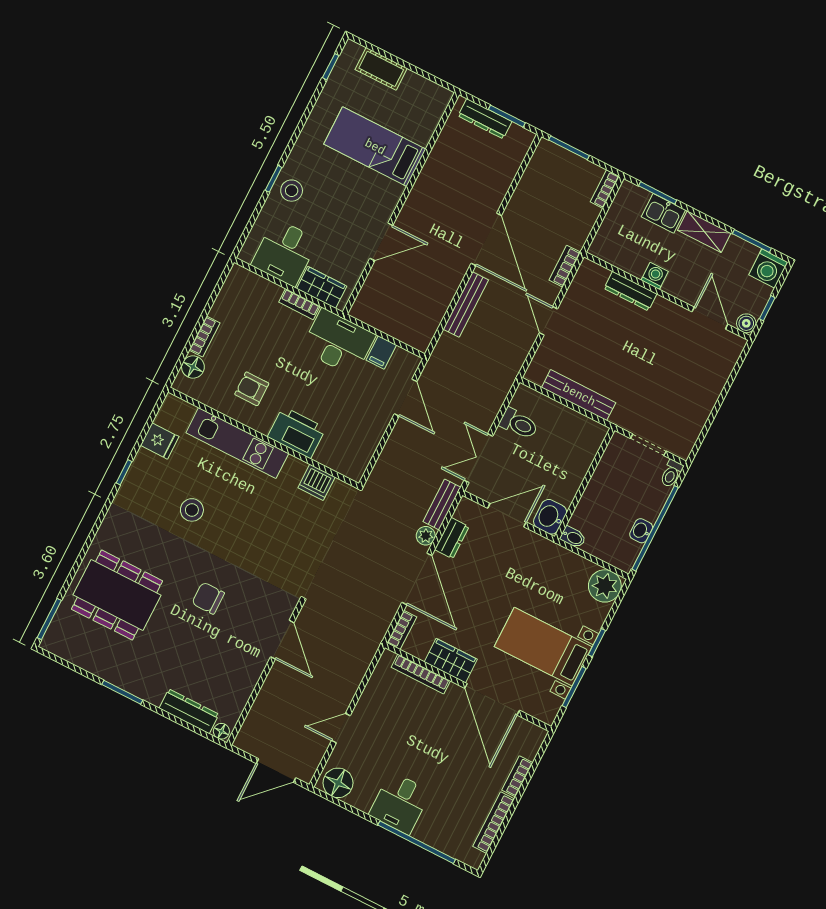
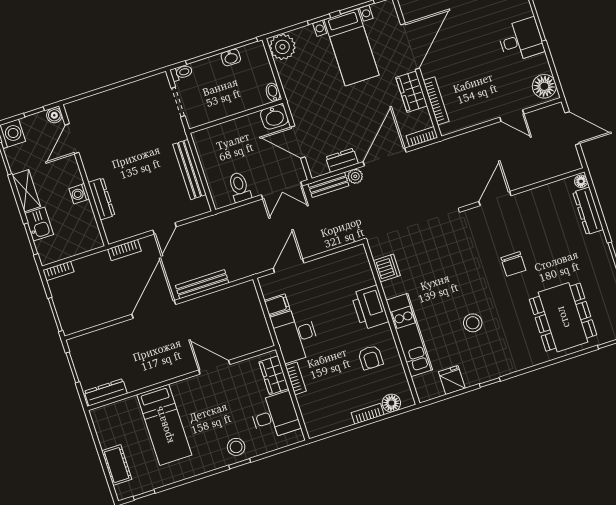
dresser: (485, 119) -> (106, 392), moved, turned -90

